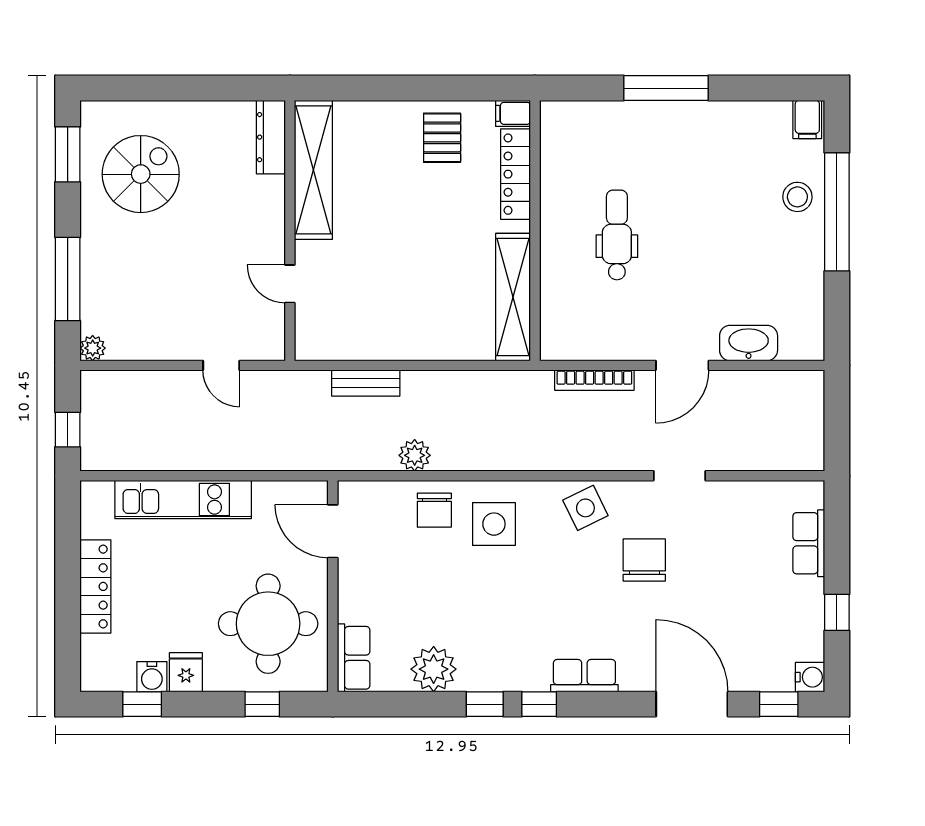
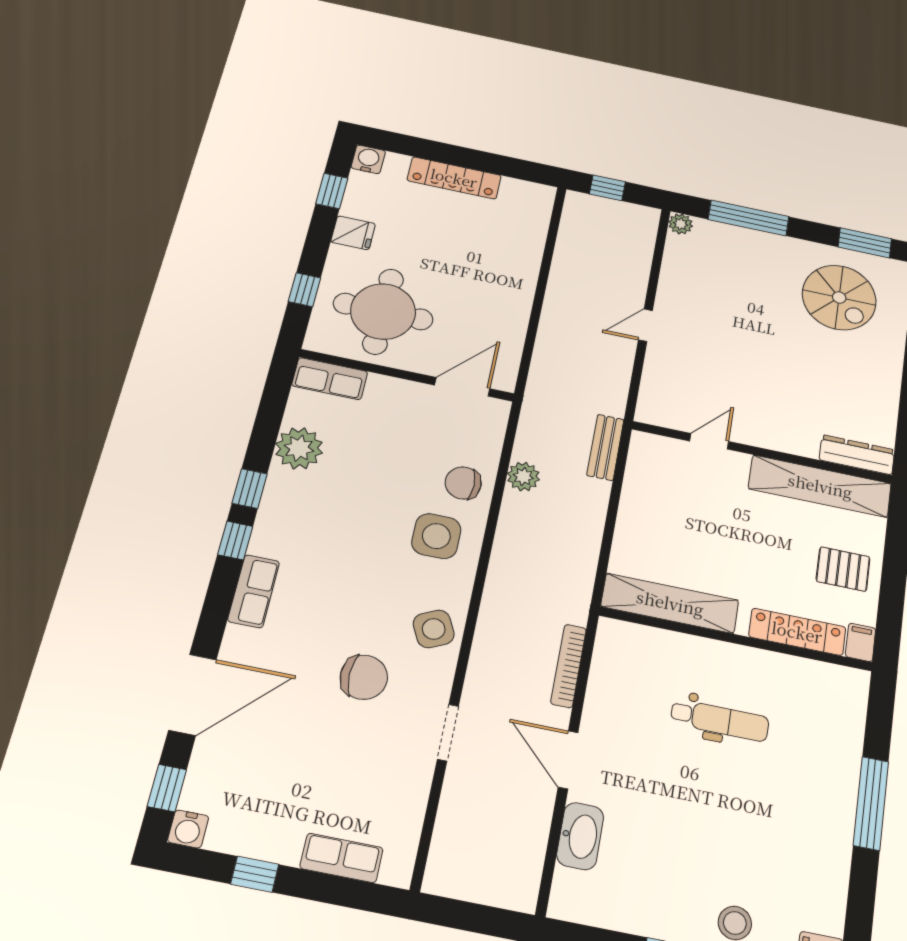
dresser: (271, 137) -> (857, 455), moved
shelving: (313, 170) -> (820, 486), moved
wall: (290, 231) -> (762, 452), moved
door: (290, 284) -> (709, 441), moved
kitchen unit: (183, 500) -> (522, 266), removed
water cooler: (152, 677) -> (368, 159), moved, turned 90

